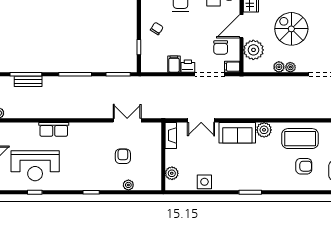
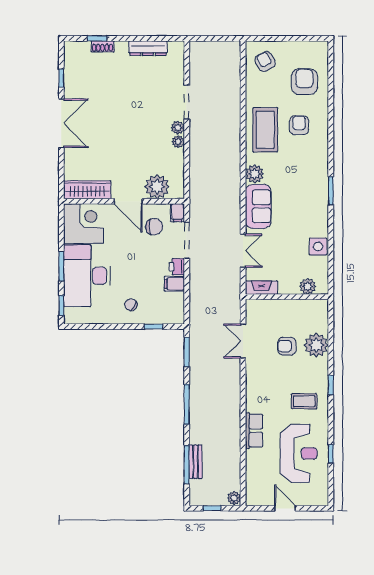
spiral stairs: (291, 29) -> (131, 140), removed
plant: (279, 67) -> (178, 128), moved
coffee table: (78, 170) -> (304, 401), added
plant: (128, 185) -> (316, 345), width x1.87, depth x1.87

